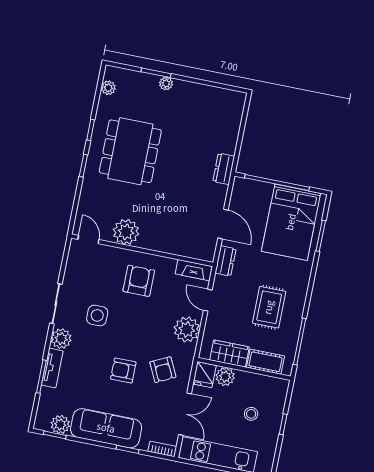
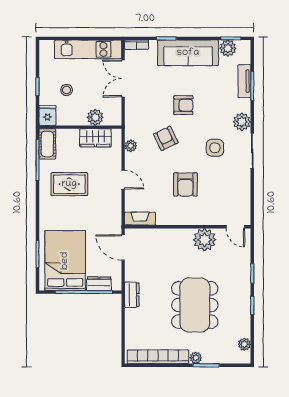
bookcase: (208, 93) -> (158, 357), added
dining table: (130, 151) -> (195, 305), moved
plant: (126, 232) -> (205, 240), moved
door: (88, 240) -> (235, 227), moved
wall: (142, 250) -> (188, 227), moved
dresser: (225, 261) -> (99, 284), moved, turned 90
fireplace: (194, 270) -> (140, 219), moved
rug: (269, 307) -> (69, 184), turned 90
plant: (187, 329) -> (131, 146), width x0.53, depth x0.53
cot: (265, 362) -> (47, 144), moved, turned 90
tv unit: (52, 368) -> (244, 81), moved
armchair: (163, 370) -> (166, 138), moved
fridge: (205, 375) -> (47, 115), moved

